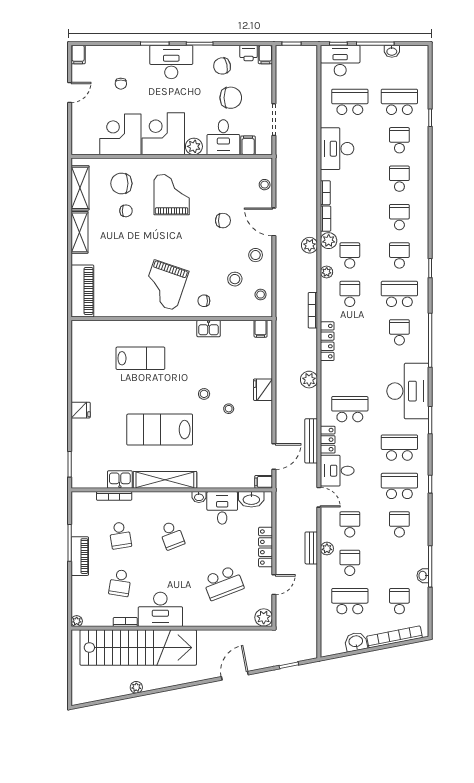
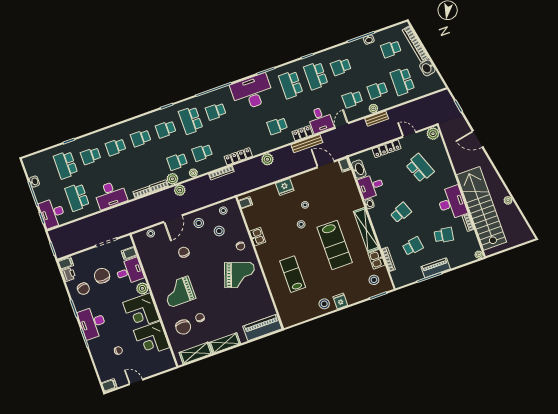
stool: (85, 387) -> (324, 304), added
school desk: (350, 409) -> (277, 126), width x0.54
stool: (93, 466) -> (374, 280), added

